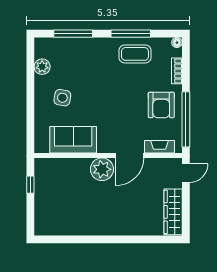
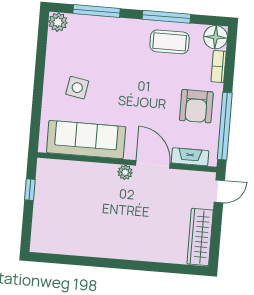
floor lamp: (177, 43) -> (216, 37), width x1.89, depth x1.89
plant: (42, 67) -> (58, 22), moved
sofa: (73, 140) -> (86, 140), width x1.36
door: (130, 156) -> (153, 164), swing flipped
plant: (102, 169) -> (125, 172), width x0.53, depth x0.53

